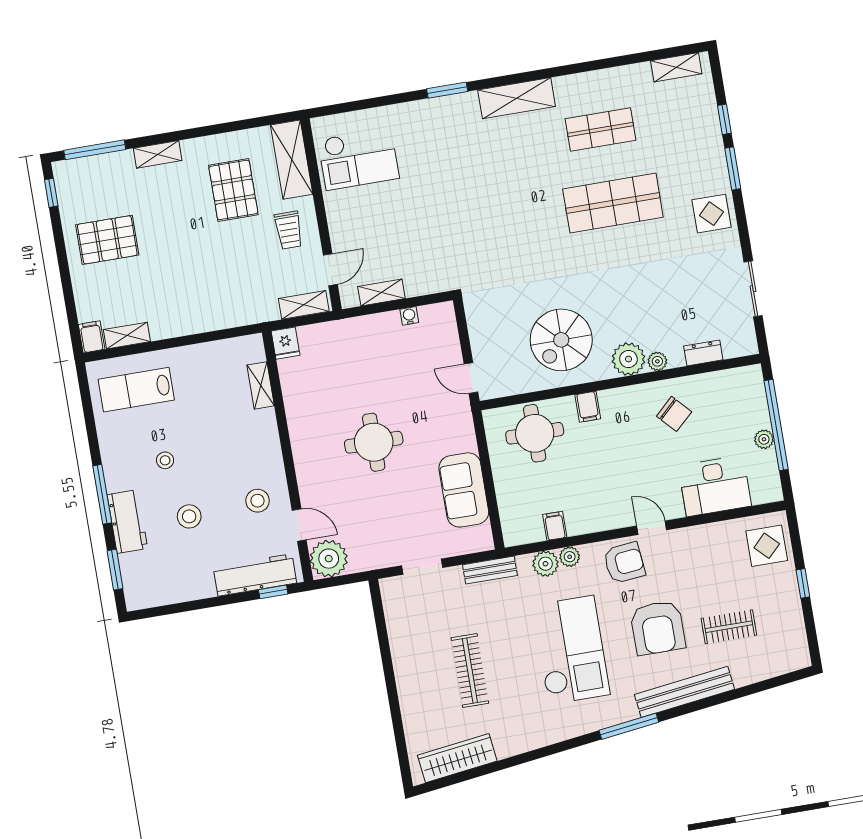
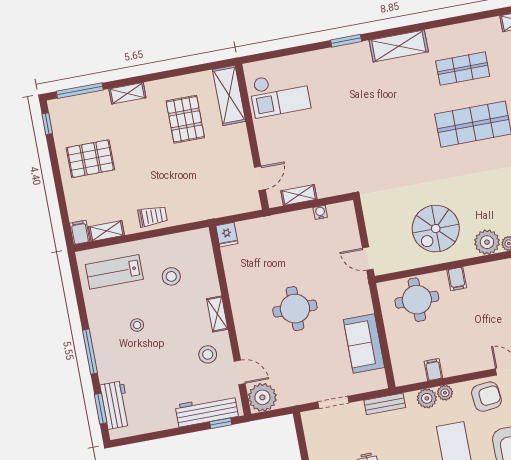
trolley: (289, 230) -> (152, 216), moved, turned -90
shelving: (304, 305) -> (240, 205), removed
shelving: (261, 385) -> (217, 314), moved
stool: (189, 516) -> (171, 276), moved
workbench: (127, 522) -> (116, 405), moved

